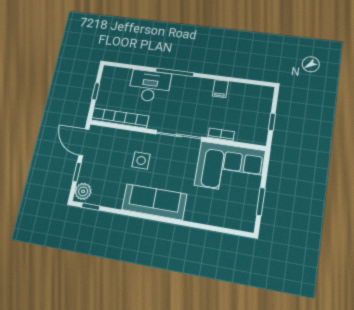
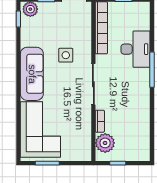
filing cabinet: (220, 89) -> (142, 114), removed
plant: (247, 132) -> (105, 143), added
corner sofa: (230, 168) -> (40, 130), moved, turned 180

